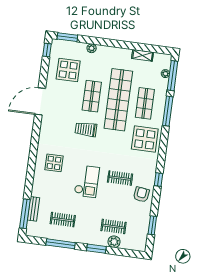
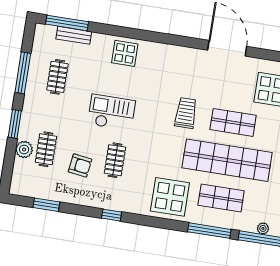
display table: (54, 163) -> (125, 53), moved
checkout: (87, 181) -> (111, 112), turned 180
armchair: (141, 195) -> (80, 165), moved

